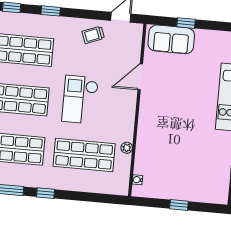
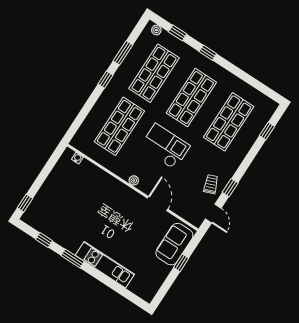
window: (51, 11) -> (230, 188), moved
plant: (127, 148) -> (134, 180), moved
window: (179, 205) -> (25, 203), moved

